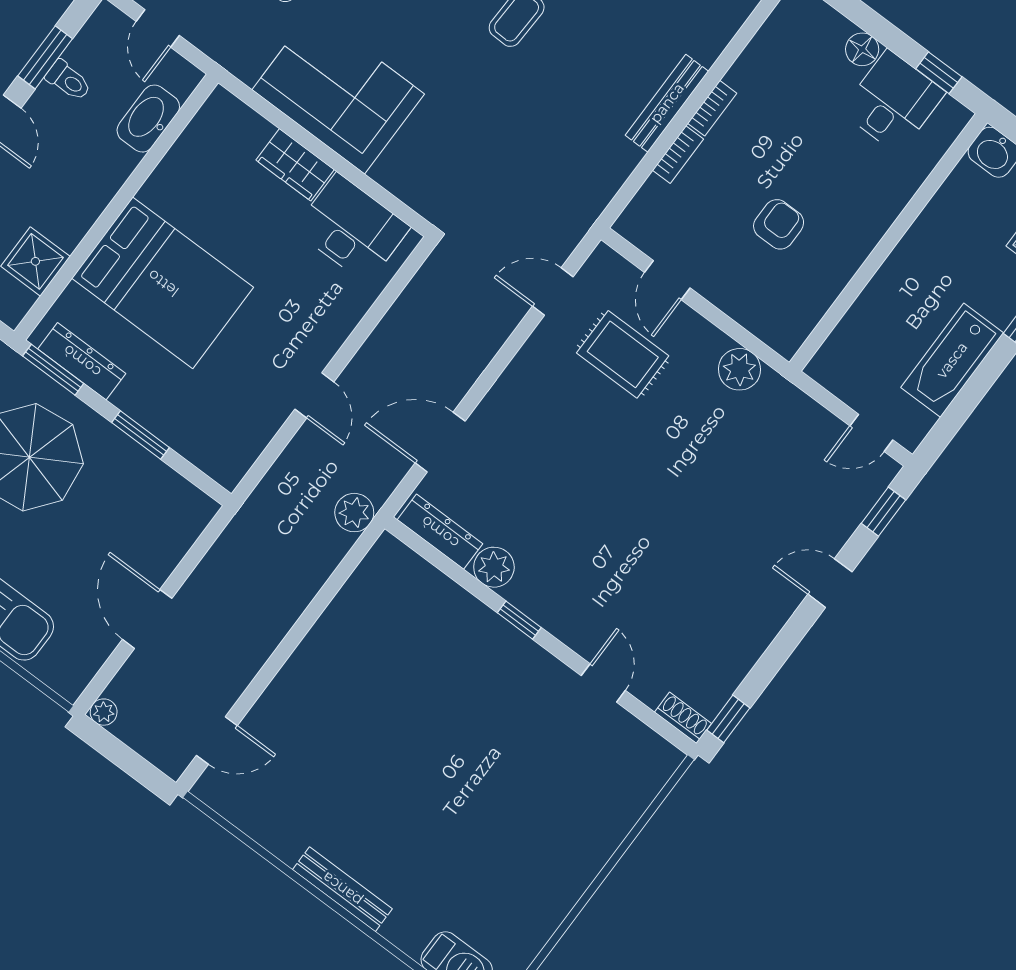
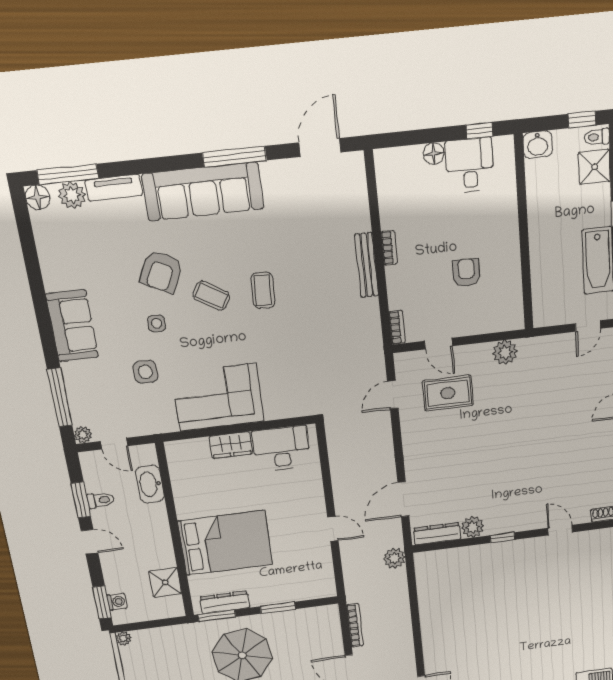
bookcase: (678, 155) -> (397, 327), moved
bookcase: (215, 559) -> (355, 625), added

